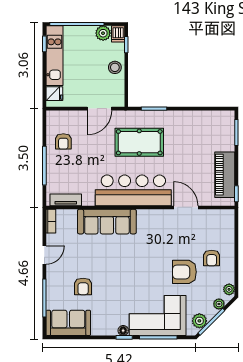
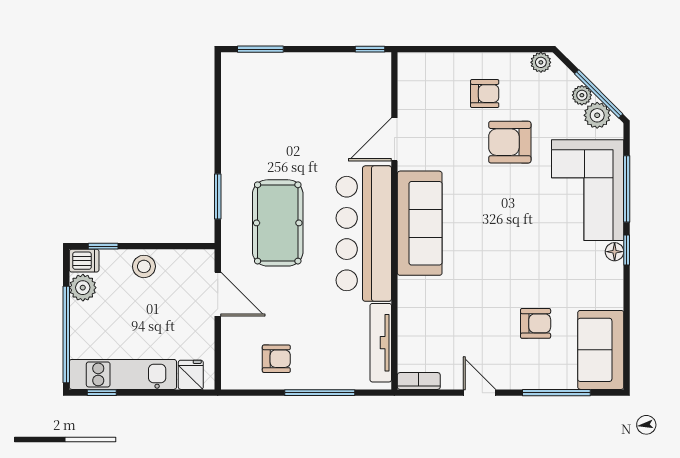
piano: (225, 175) -> (336, 70), removed
tv unit: (66, 200) -> (381, 343), width x1.41
sofa: (107, 222) -> (420, 223), moved
armchair: (184, 272) -> (510, 142), turned 90
plant: (219, 304) -> (582, 95), moved

